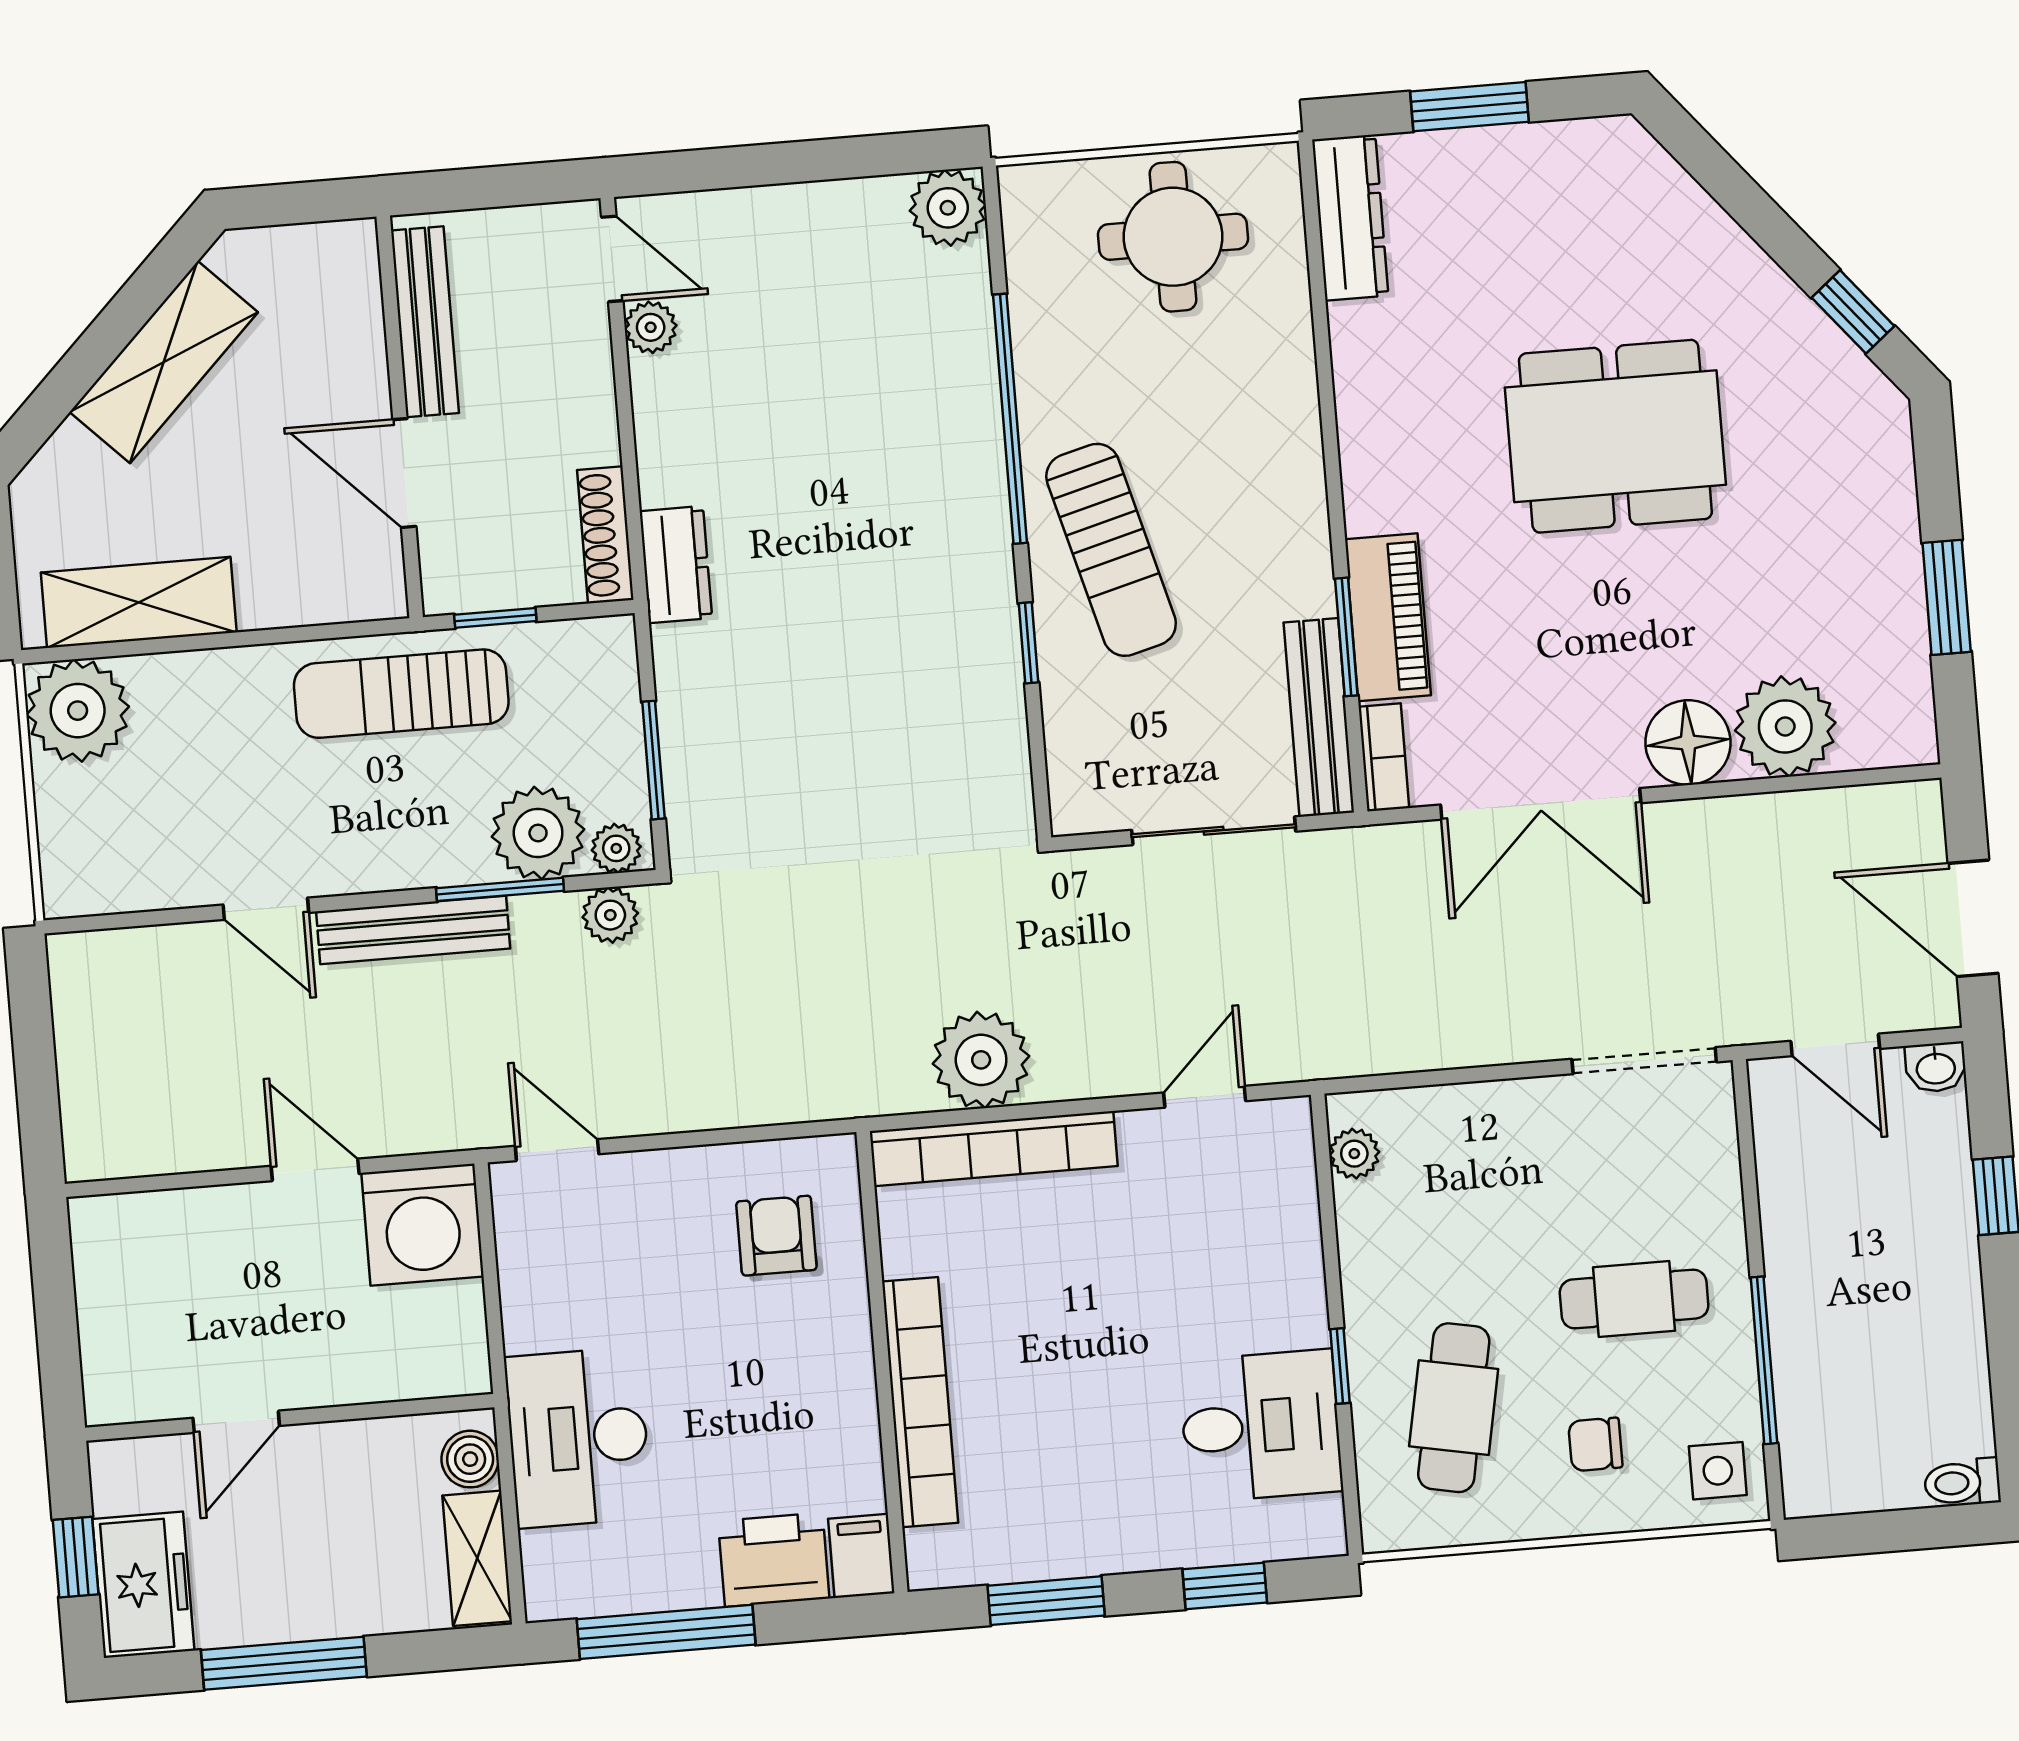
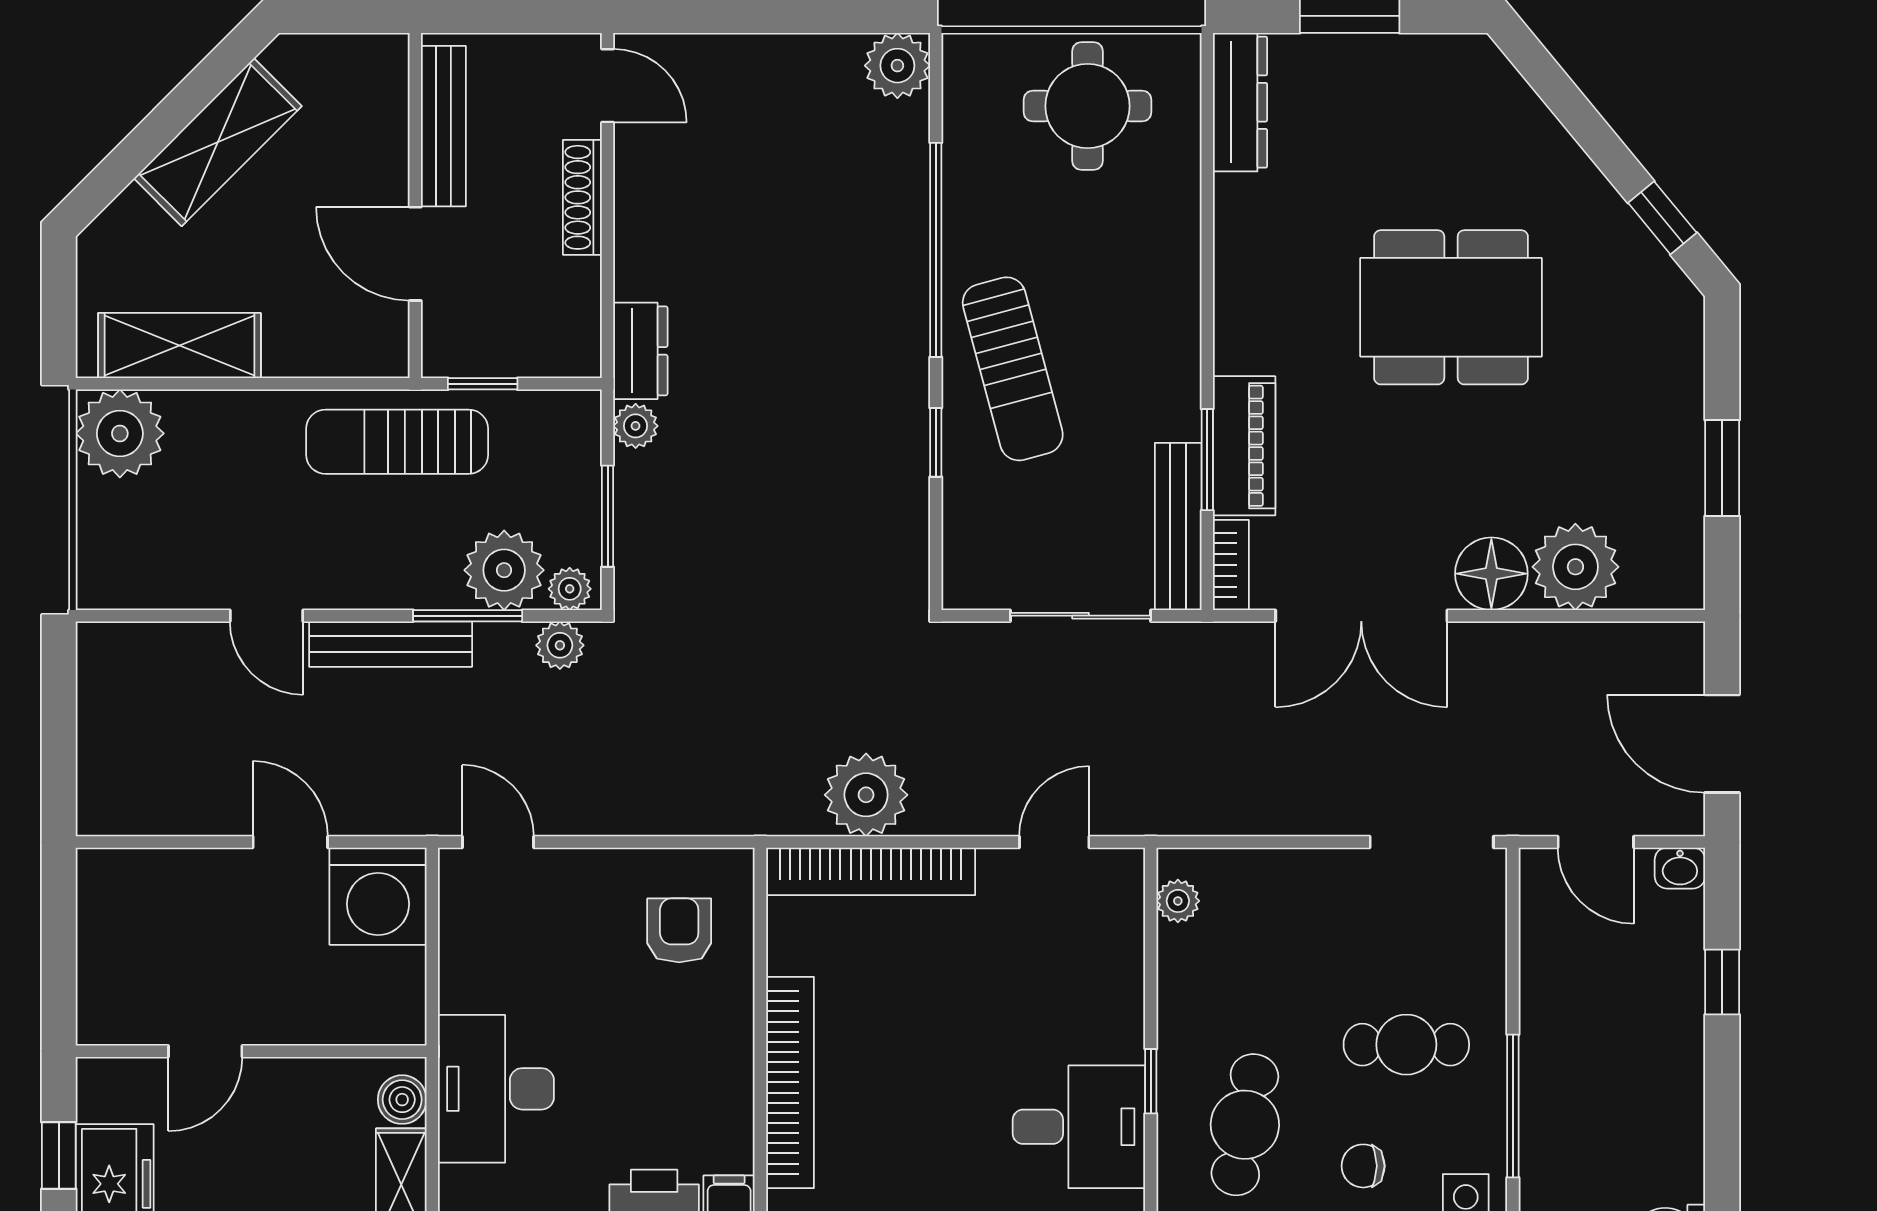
plant: (651, 327) -> (636, 426), moved
shoe rack: (605, 535) -> (582, 197), moved

